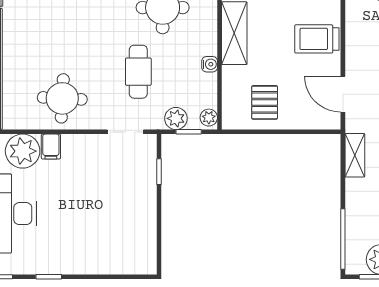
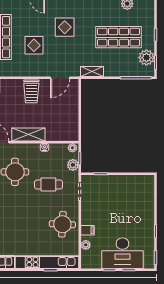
pallet: (265, 102) -> (64, 119), removed
plant: (23, 151) -> (86, 245), width x0.53, depth x0.53

